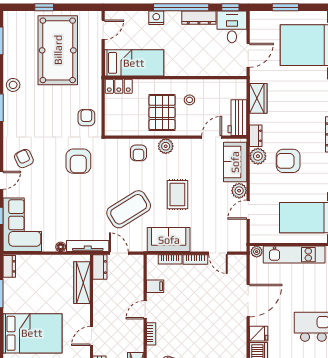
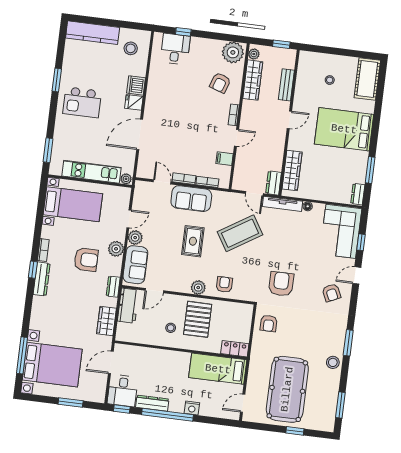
plant: (258, 156) -> (116, 249), moved
sofa: (169, 240) -> (191, 199), moved

